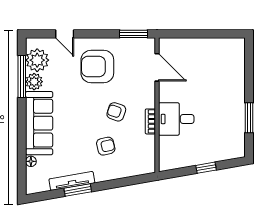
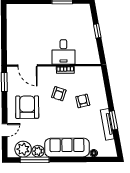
armchair: (97, 66) -> (27, 107), turned 180
door: (157, 67) -> (27, 66), swing flipped

